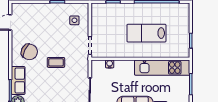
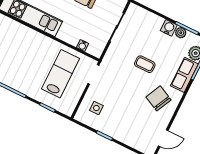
lab bench: (146, 33) -> (61, 74), moved, turned -90
coffee table: (56, 62) -> (145, 64), moved

